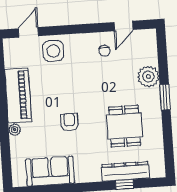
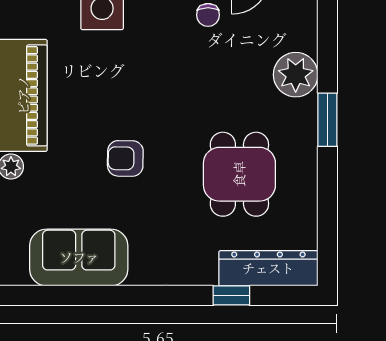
armchair: (69, 122) -> (125, 158), turned -89
dresser: (125, 171) -> (268, 268), moved

